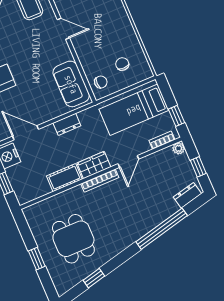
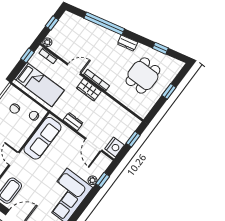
sofa: (71, 84) -> (42, 138), width x1.36
cot: (64, 178) -> (108, 104), removed
dresser: (187, 195) -> (127, 43), moved

